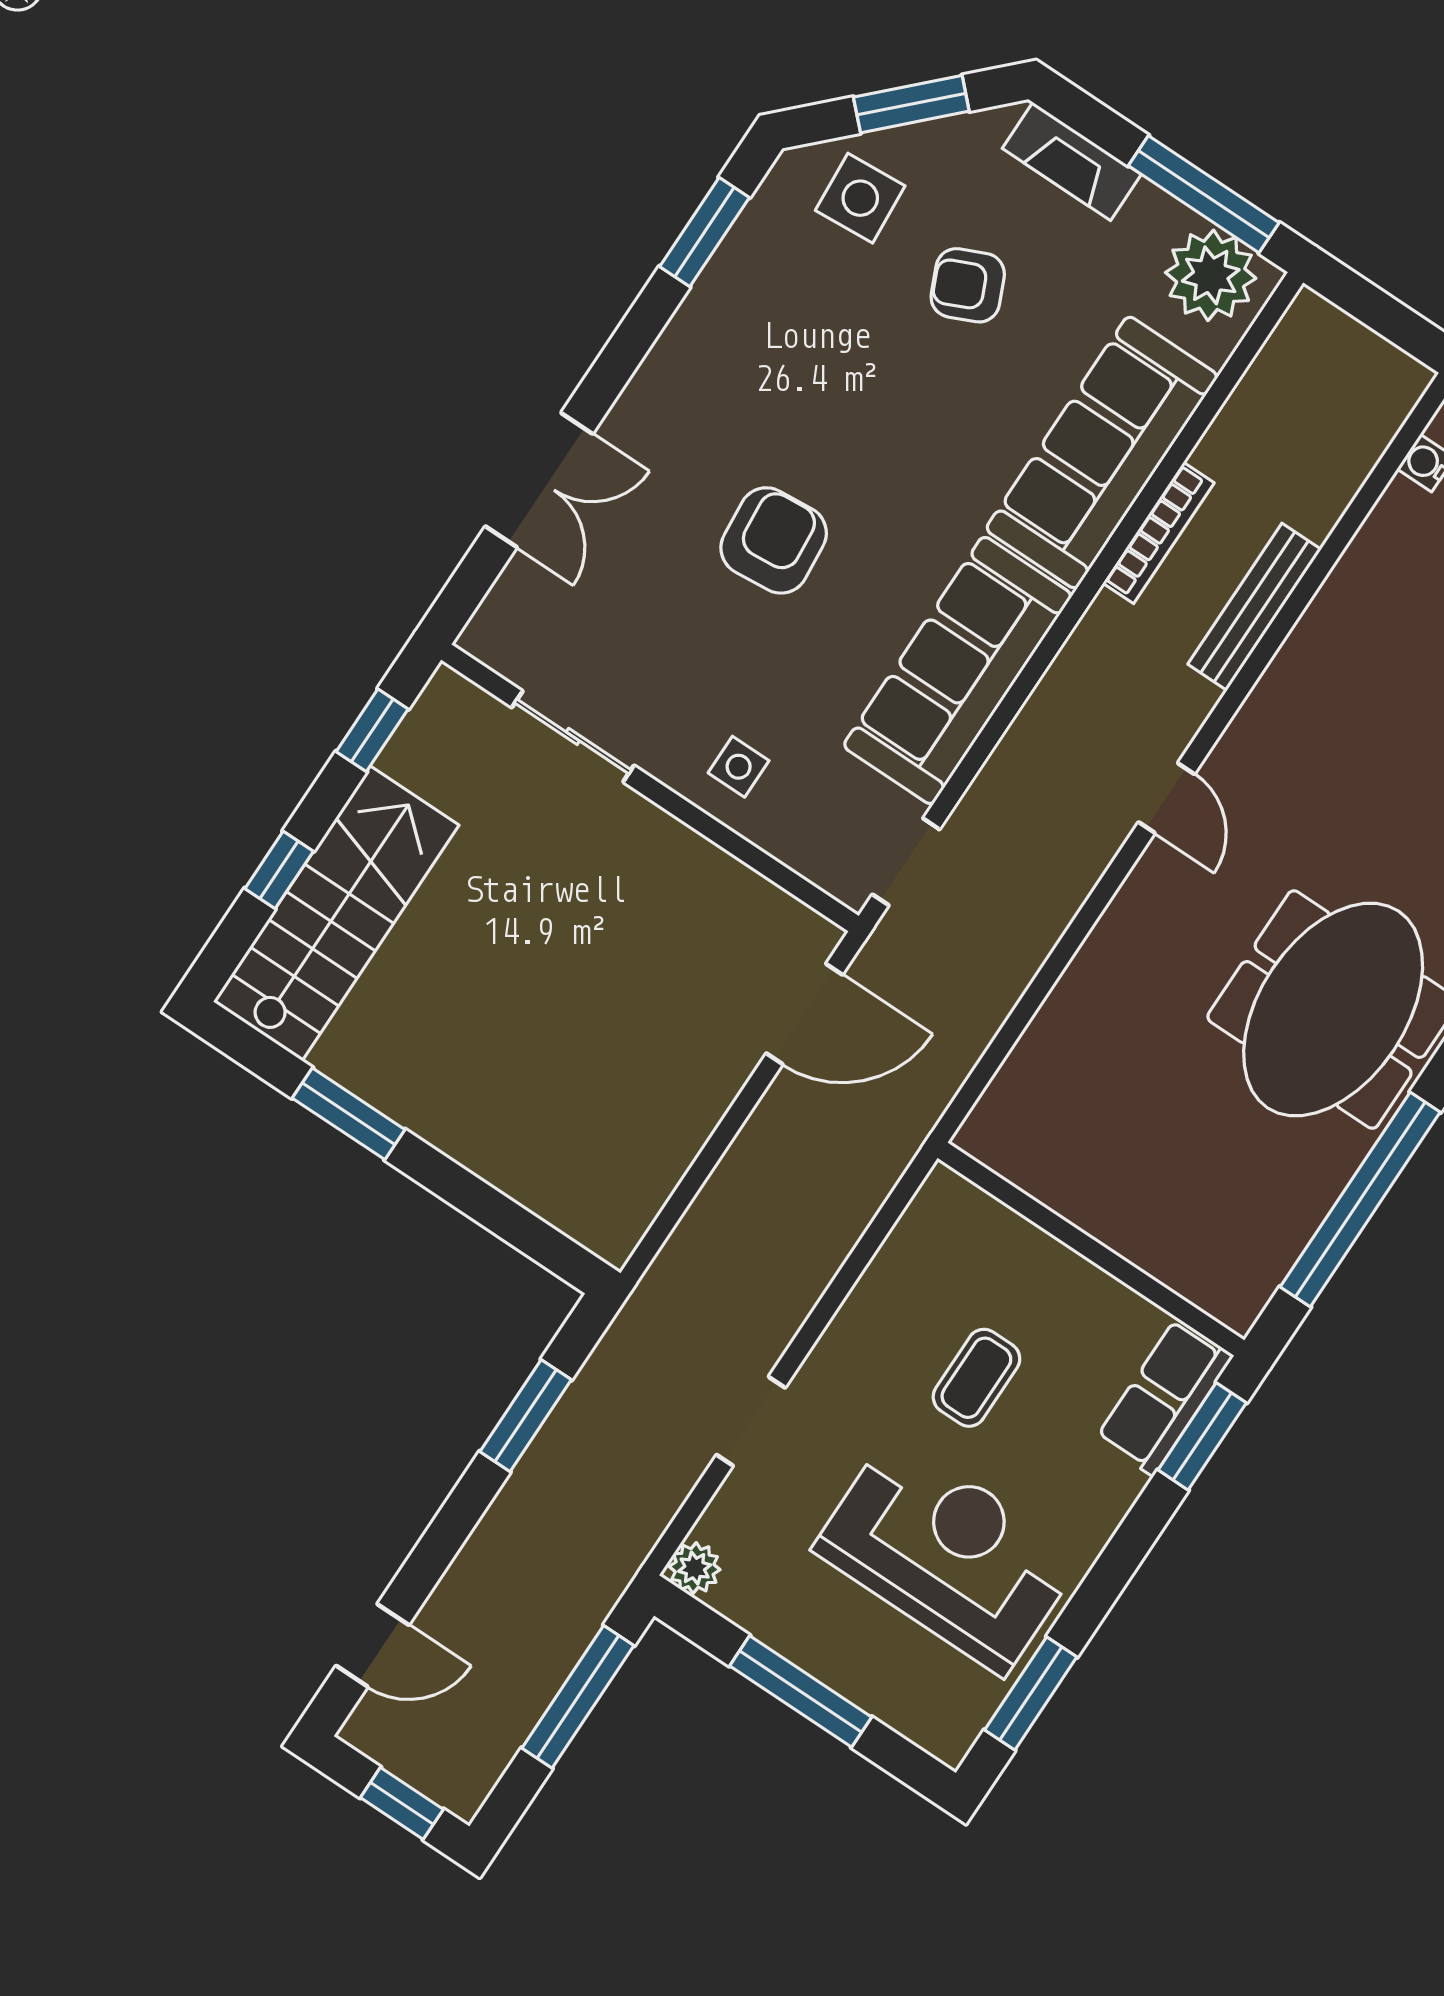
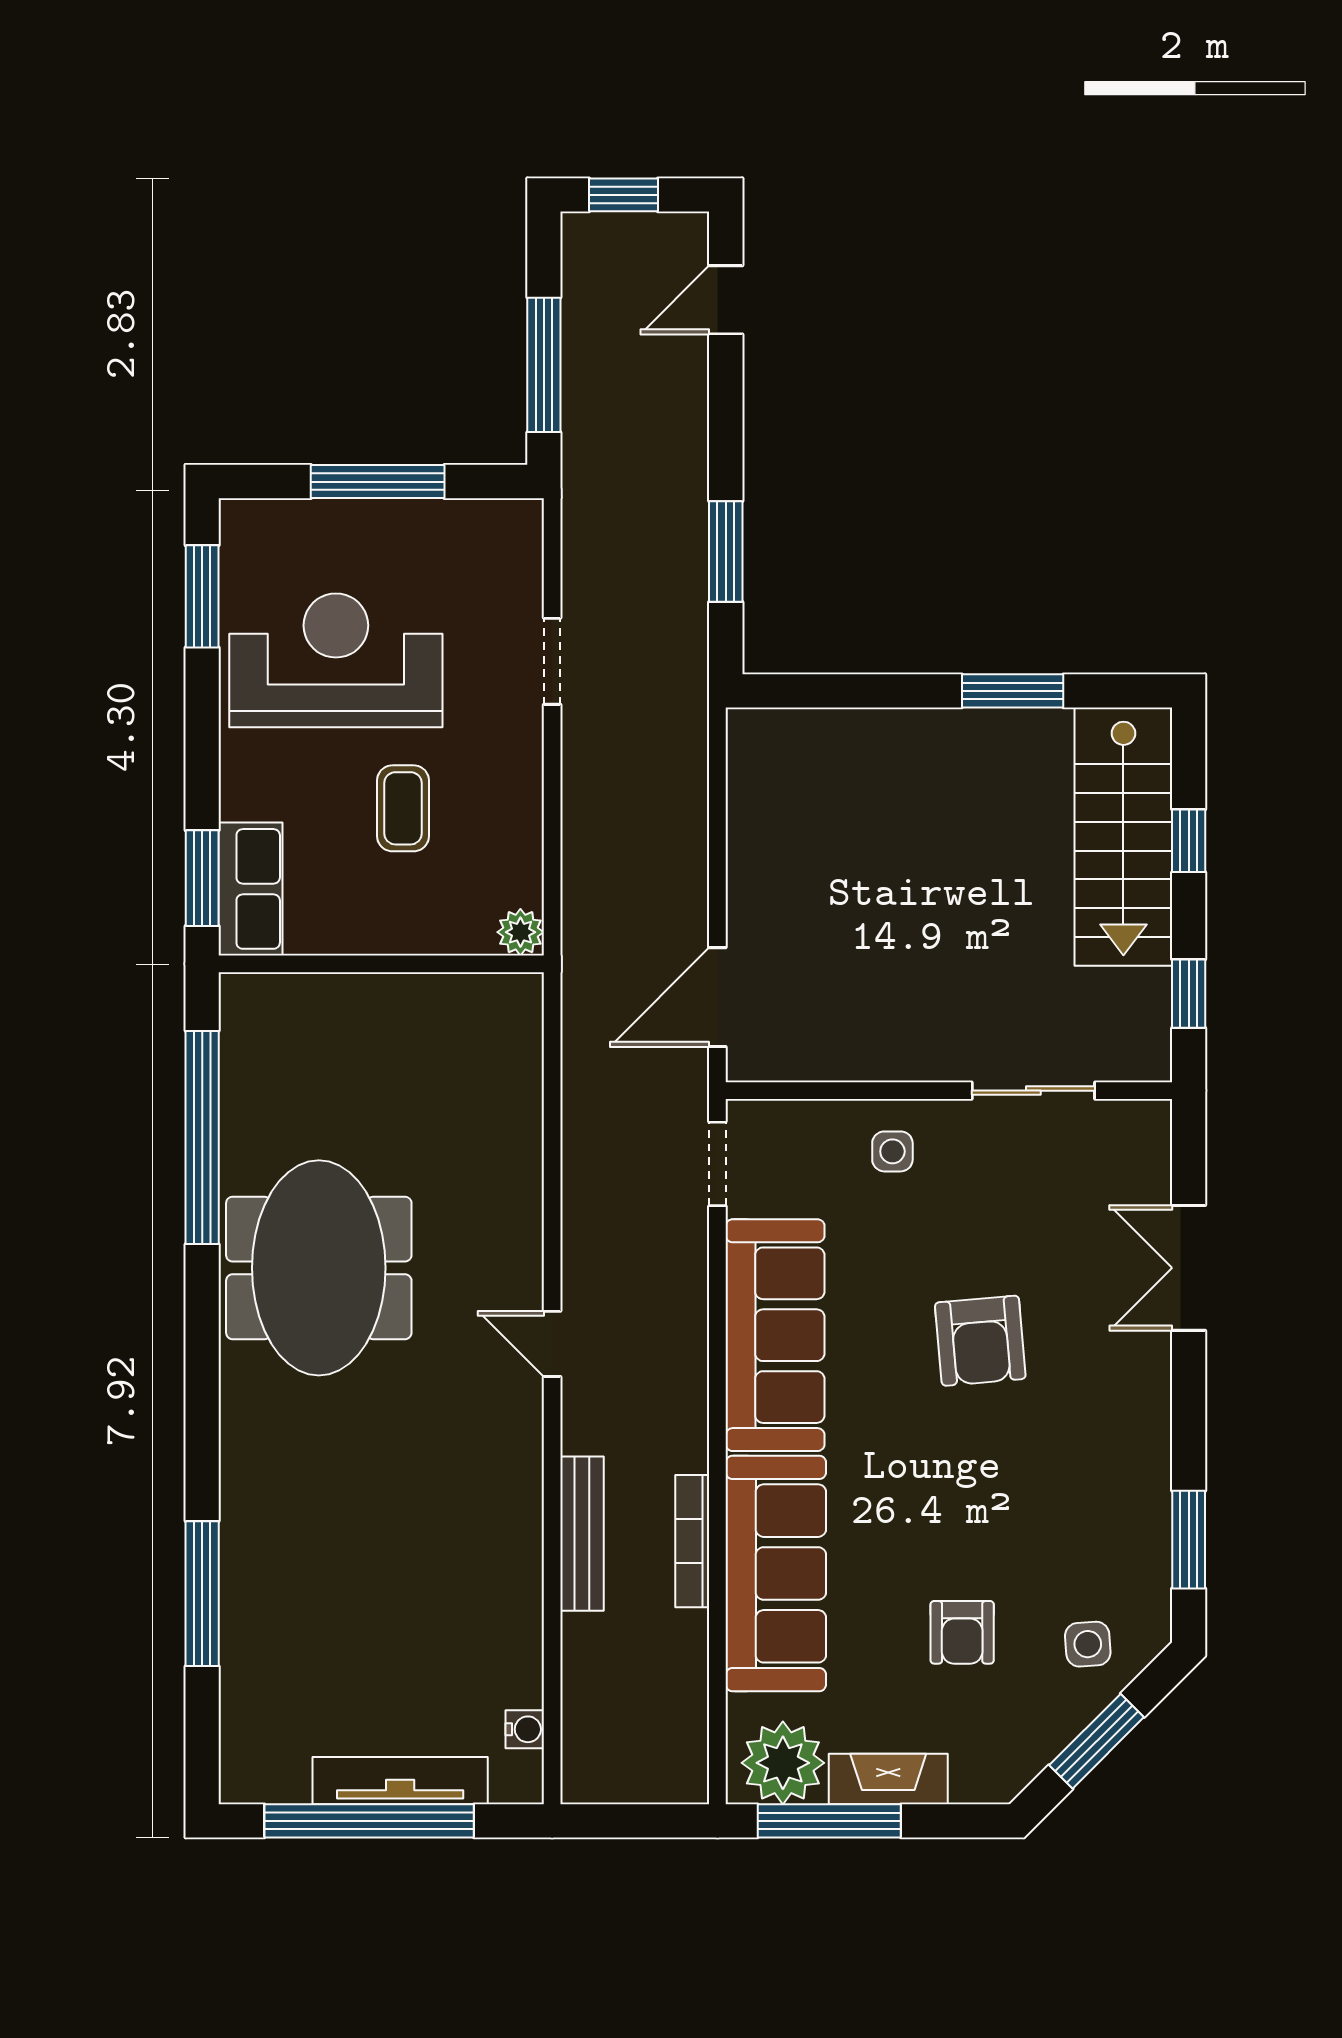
fireplace: (1072, 161) -> (888, 1779), moved
side table: (860, 198) -> (1088, 1644), width x0.73, depth x0.73
armchair: (968, 285) -> (962, 1632), turned 114
reception desk: (948, 1554) -> (336, 660), turned 180
plant: (695, 1568) -> (520, 932), moved

